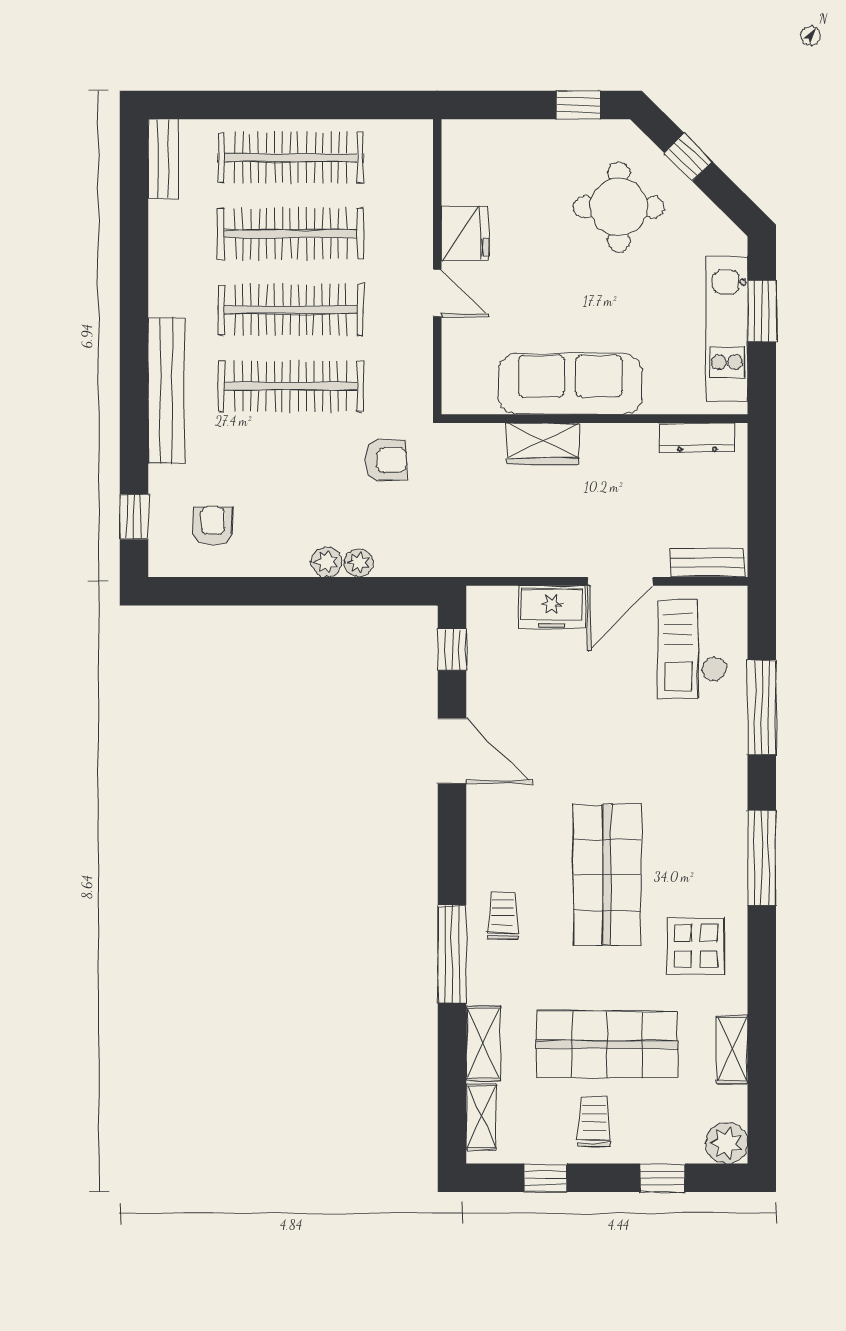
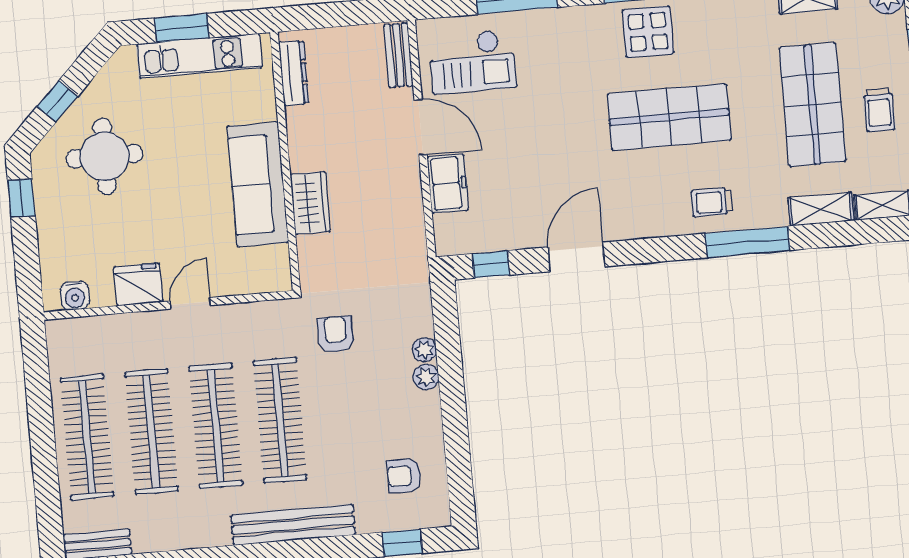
water cooler: (458, 158) -> (75, 296), added
display table: (696, 946) -> (648, 32), moved
trolley: (594, 1122) -> (879, 110), turned -90

